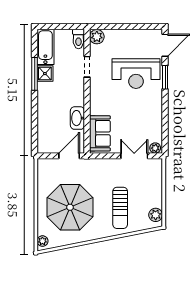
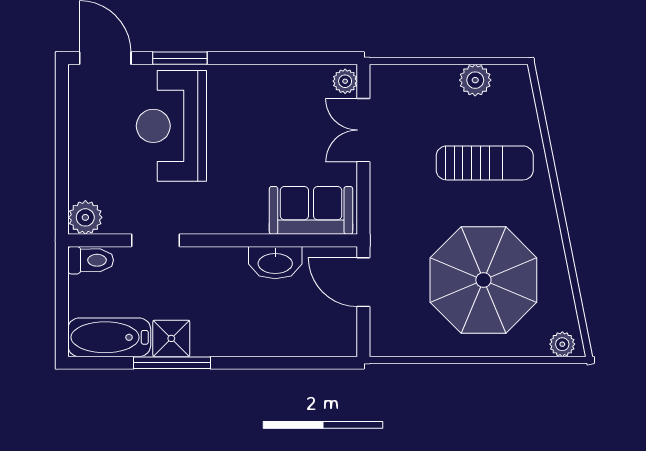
reception desk: (136, 74) -> (171, 126), turned 180
plant: (156, 215) -> (475, 80), moved

